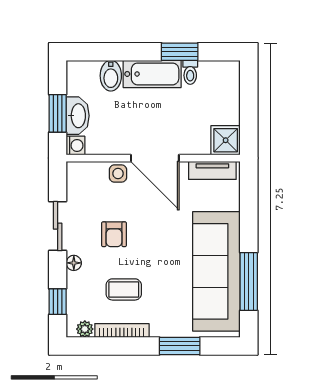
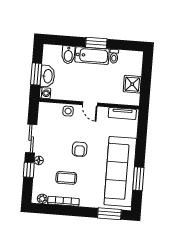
window: (180, 52) -> (96, 43), moved
shower: (226, 140) -> (132, 84), moved
door: (155, 158) -> (90, 104), width x0.53
armchair: (114, 234) -> (80, 149), moved
window: (249, 282) -> (138, 179), width x0.69
window: (58, 302) -> (29, 170), moved
window: (180, 346) -> (109, 214), moved

